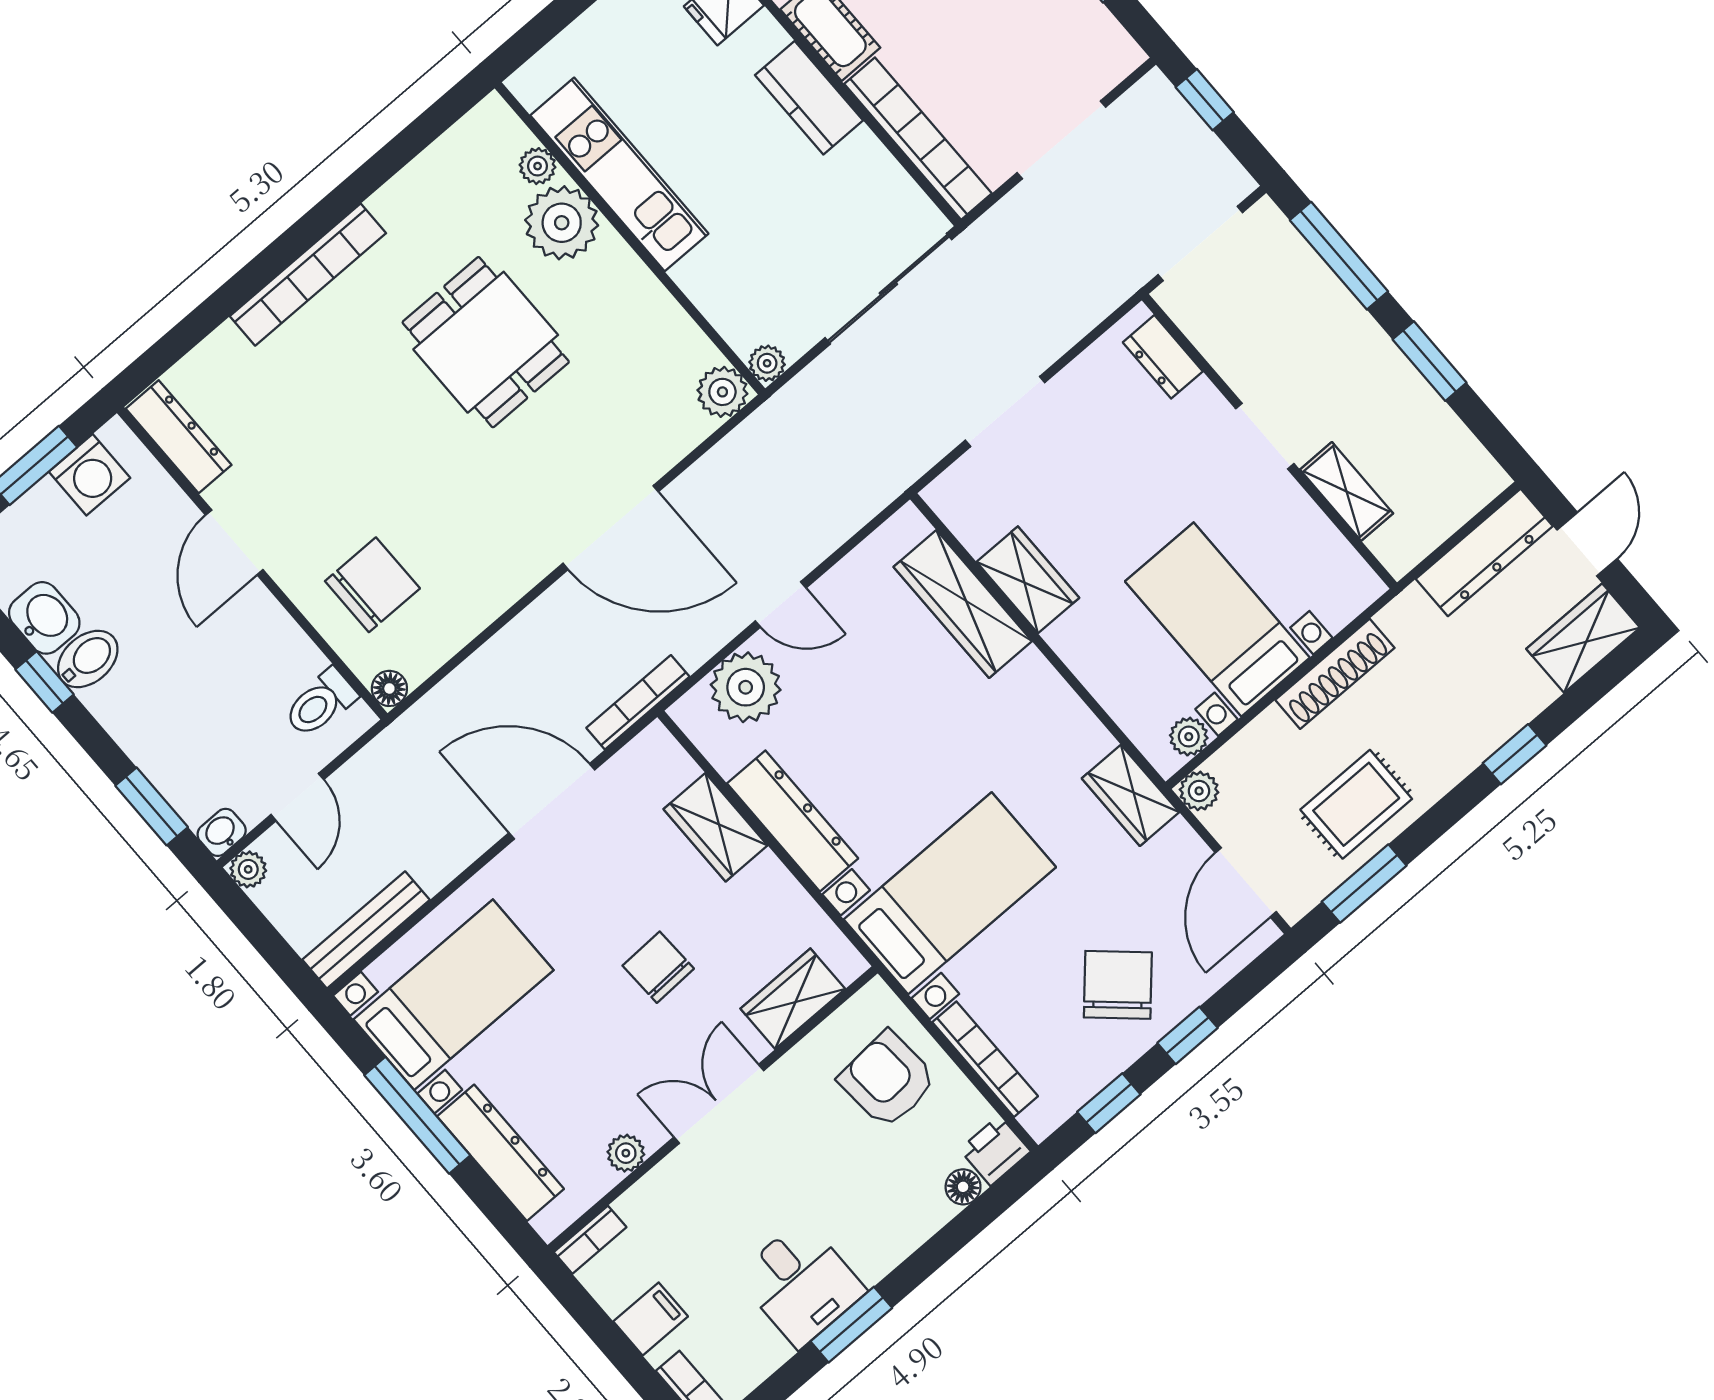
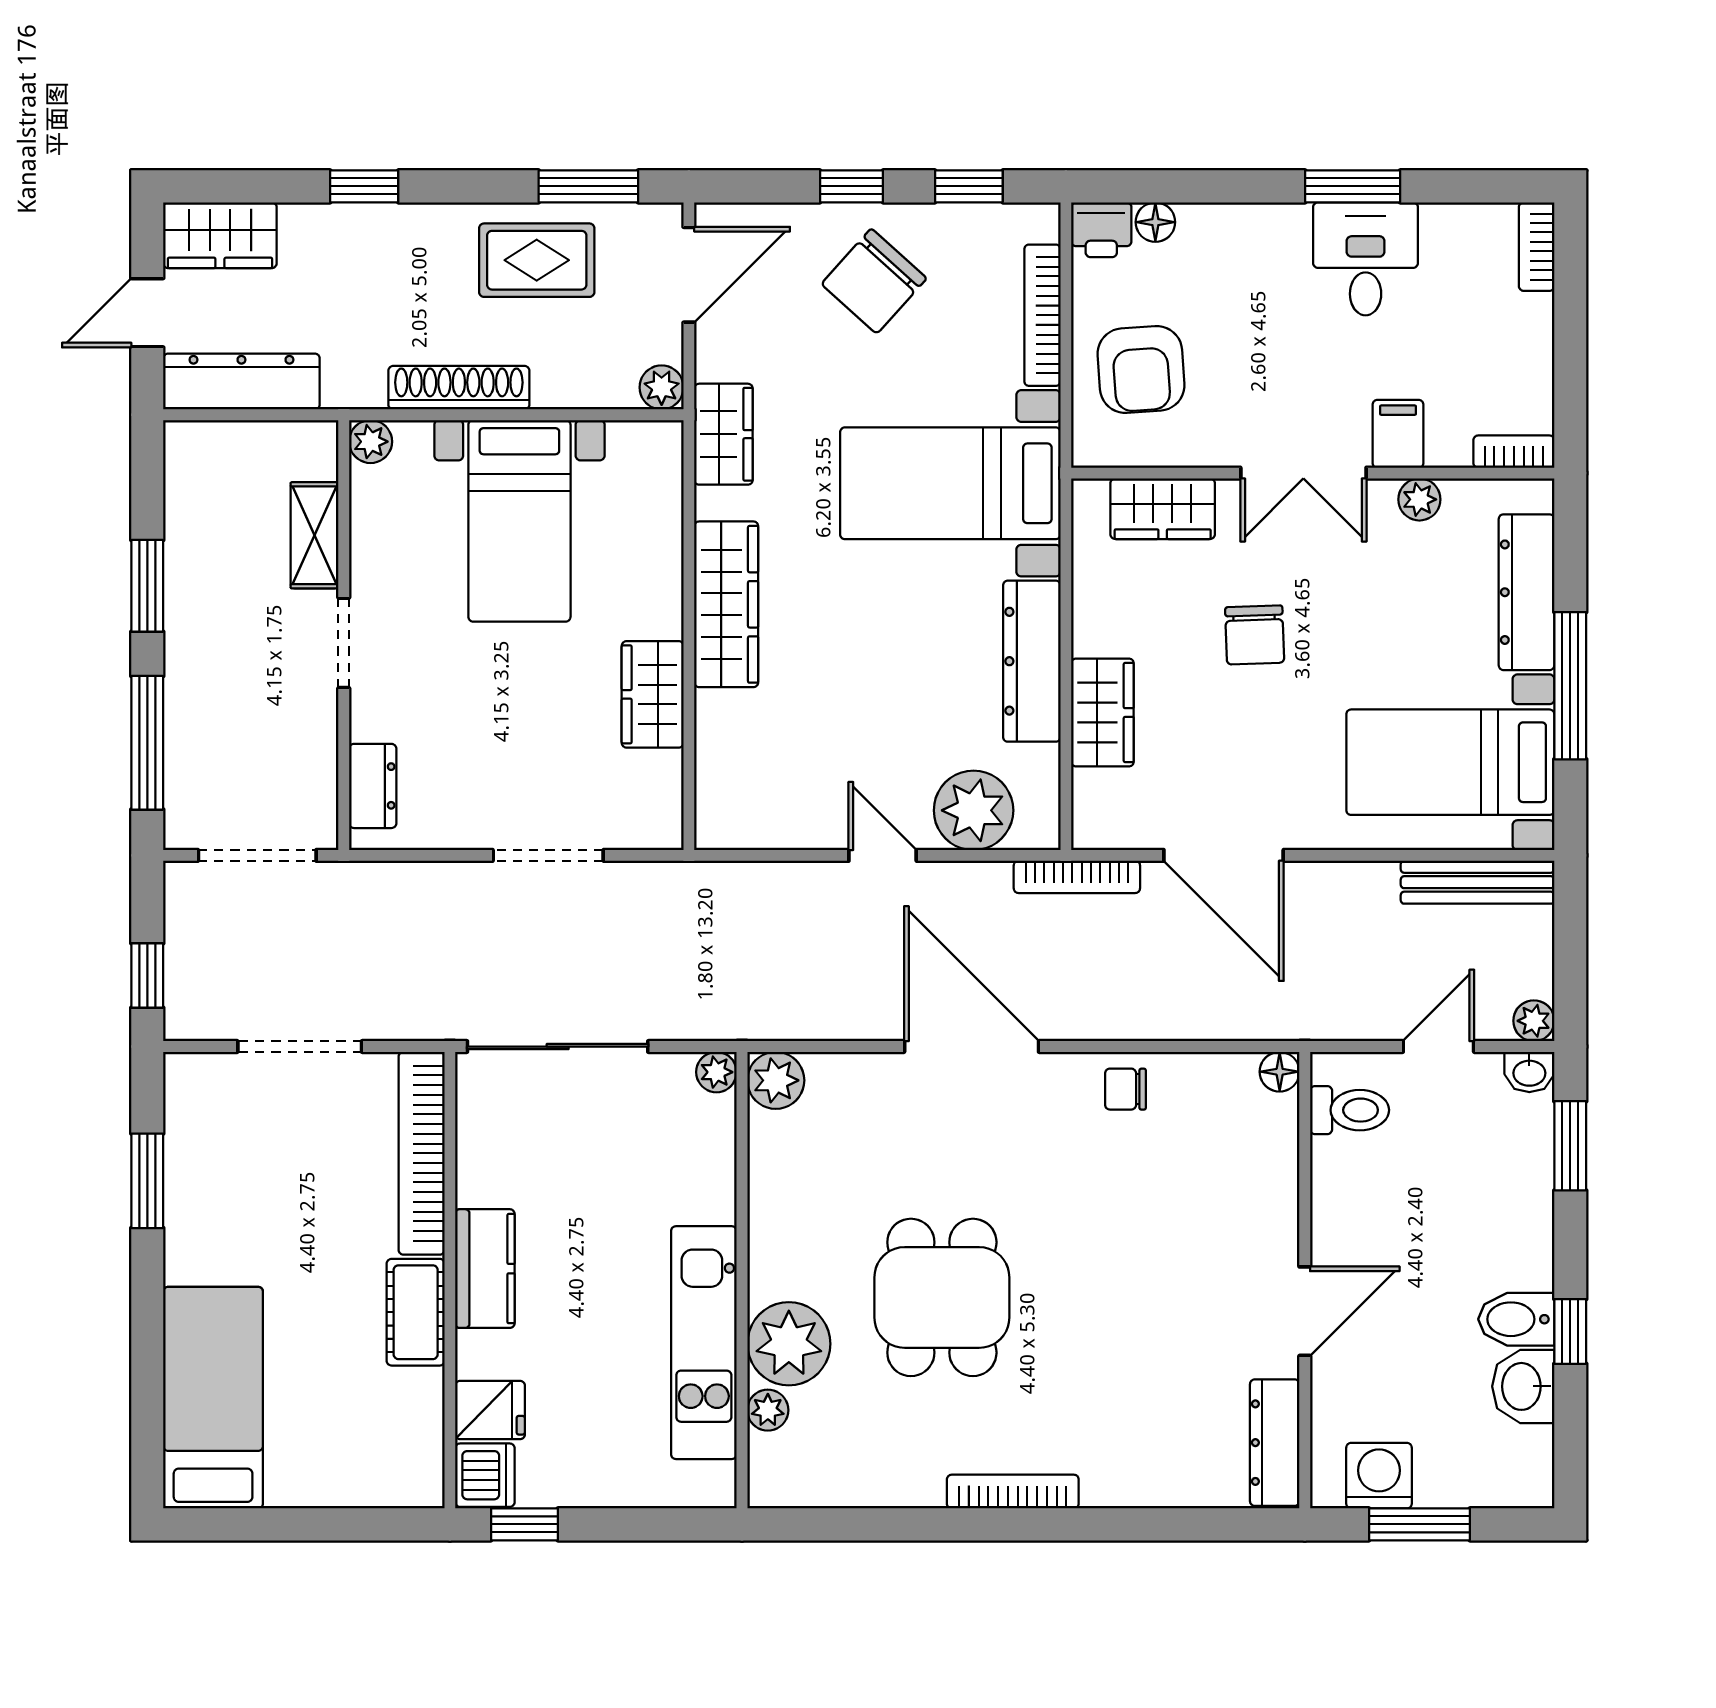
bookcase: (308, 275) -> (1013, 1492), width x0.68, depth x0.76
chair: (372, 585) -> (1125, 1089), moved, width x0.54, depth x0.54
wardrobe: (963, 604) -> (726, 604), moved
plant: (1189, 737) -> (371, 442), moved
filing cabinet: (651, 1319) -> (1398, 434), moved, turned 90

